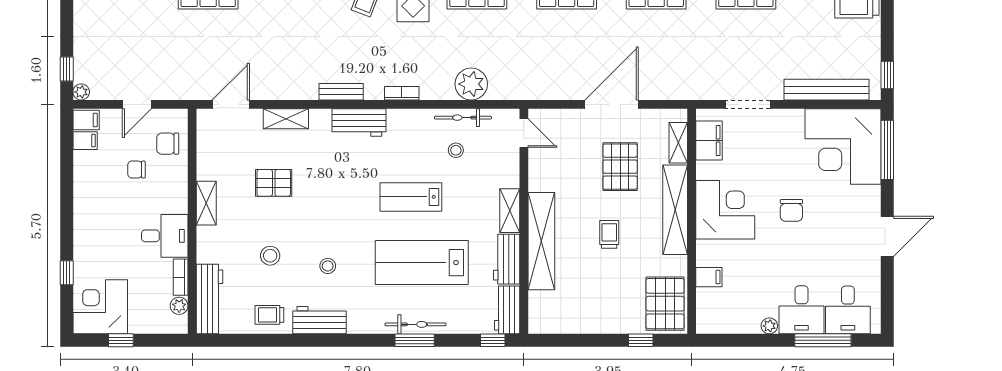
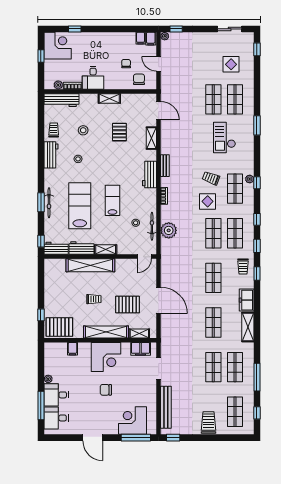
corner desk: (843, 146) -> (133, 421), width x0.74, depth x0.74

